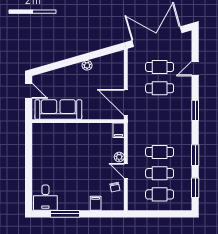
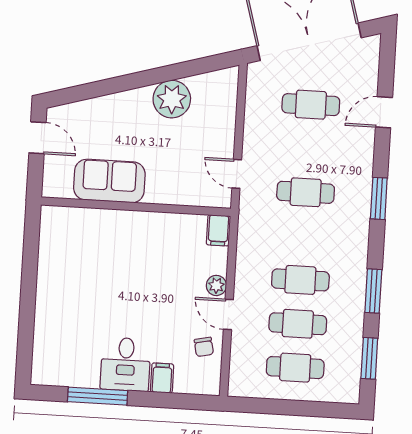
plant: (87, 65) -> (172, 99), width x1.87, depth x1.87
cafe table: (160, 88) -> (306, 192), moved
door: (126, 102) -> (237, 174), width x0.53
sofa: (58, 110) -> (109, 181), width x0.73
desk: (45, 198) -> (126, 364), moved

